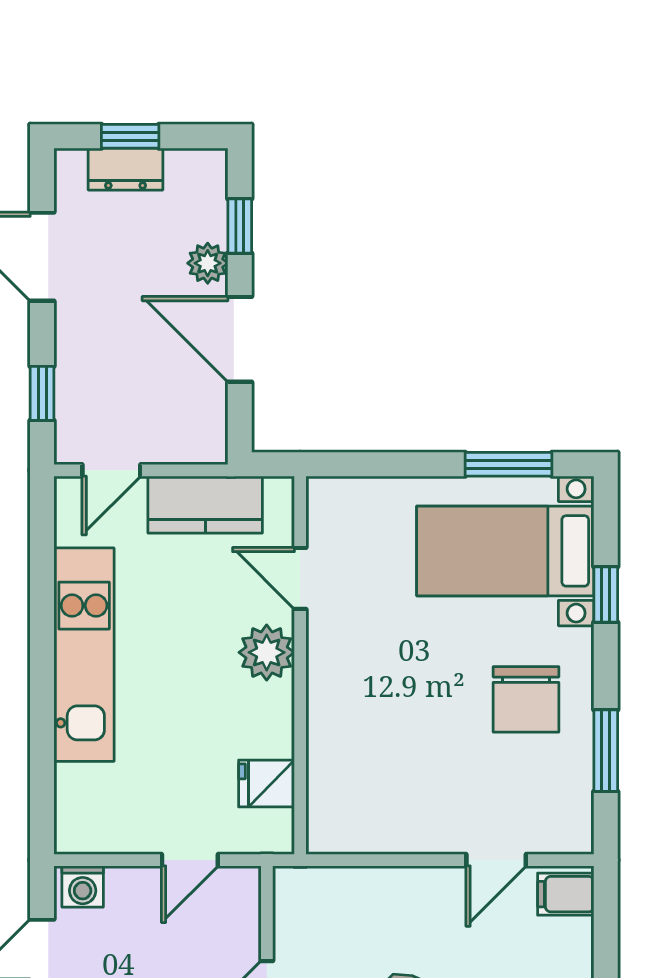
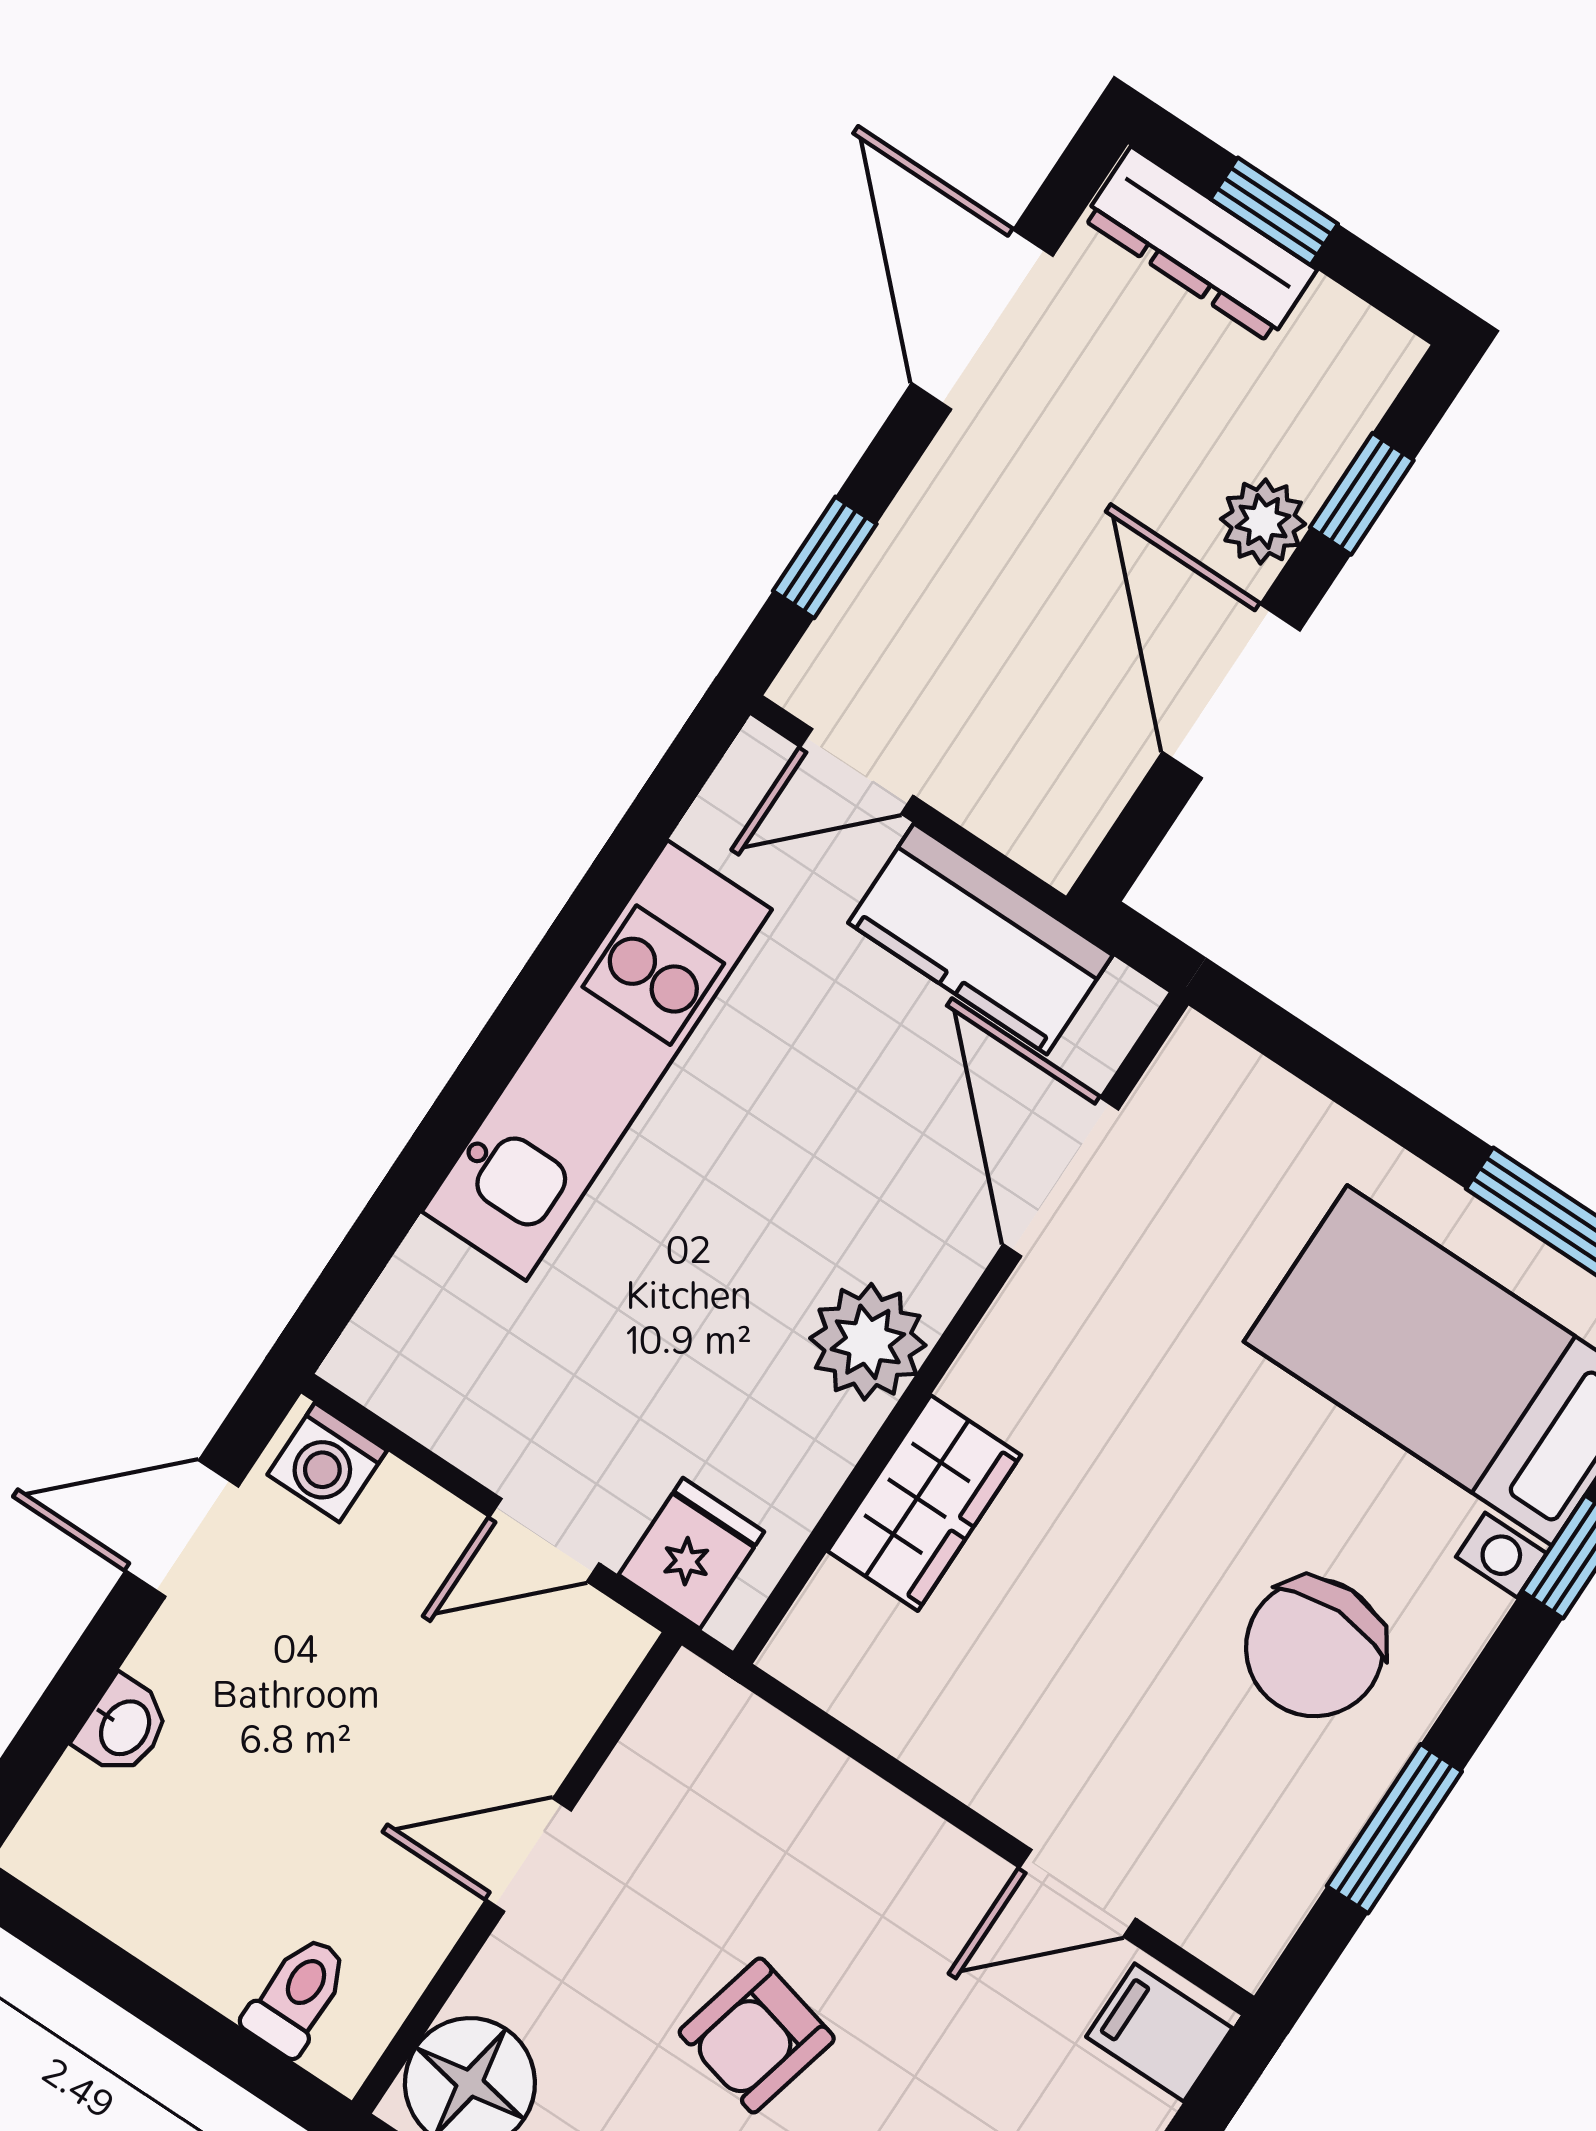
dresser: (126, 169) -> (1200, 244), width x1.44
door: (300, 578) -> (1061, 1177), width x1.37
plant: (267, 652) -> (868, 1342), moved
wardrobe: (332, 745) -> (924, 1503), added
fridge: (267, 783) -> (691, 1553), moved, turned 90

